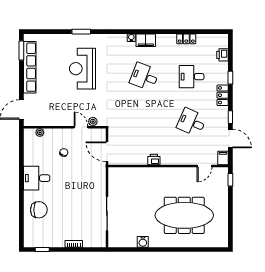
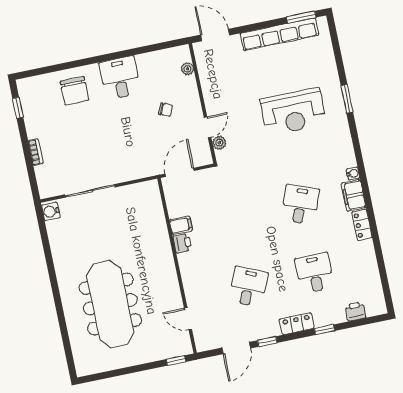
locker: (186, 39) -> (362, 225), moved
reception desk: (83, 69) -> (293, 112), turned 180
filing cabinet: (223, 158) -> (181, 225), moved
water cooler: (143, 242) -> (51, 211), moved

